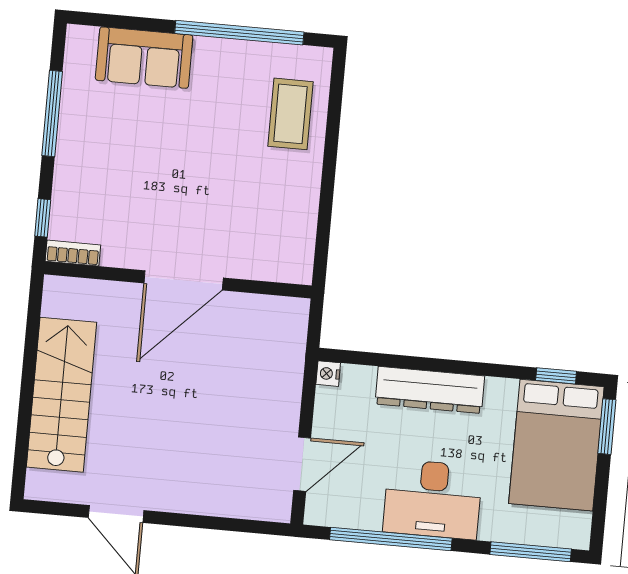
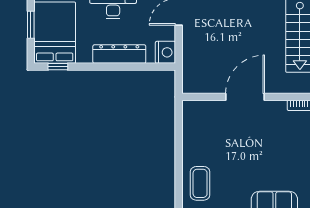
nightstand: (328, 374) -> (165, 52), width x1.89, depth x1.79
window: (607, 427) -> (31, 25), moved

